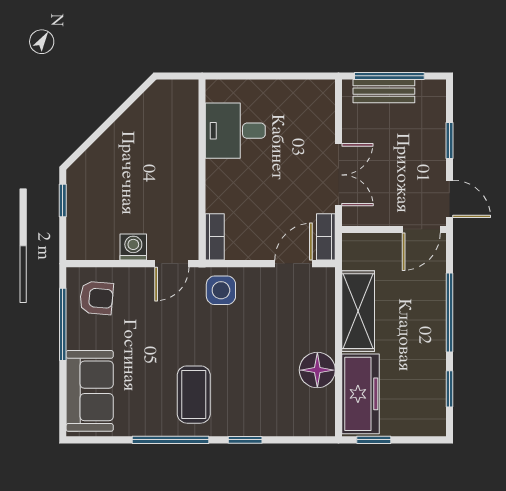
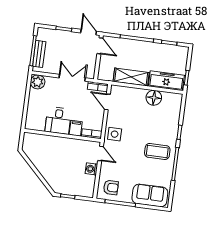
plant: (318, 96) -> (38, 82), added
desk: (235, 131) -> (58, 120), moved
filing cabinet: (223, 198) -> (76, 128), added
door: (449, 199) -> (89, 32), hinge flipped
armchair: (96, 298) -> (111, 187), turned 85

